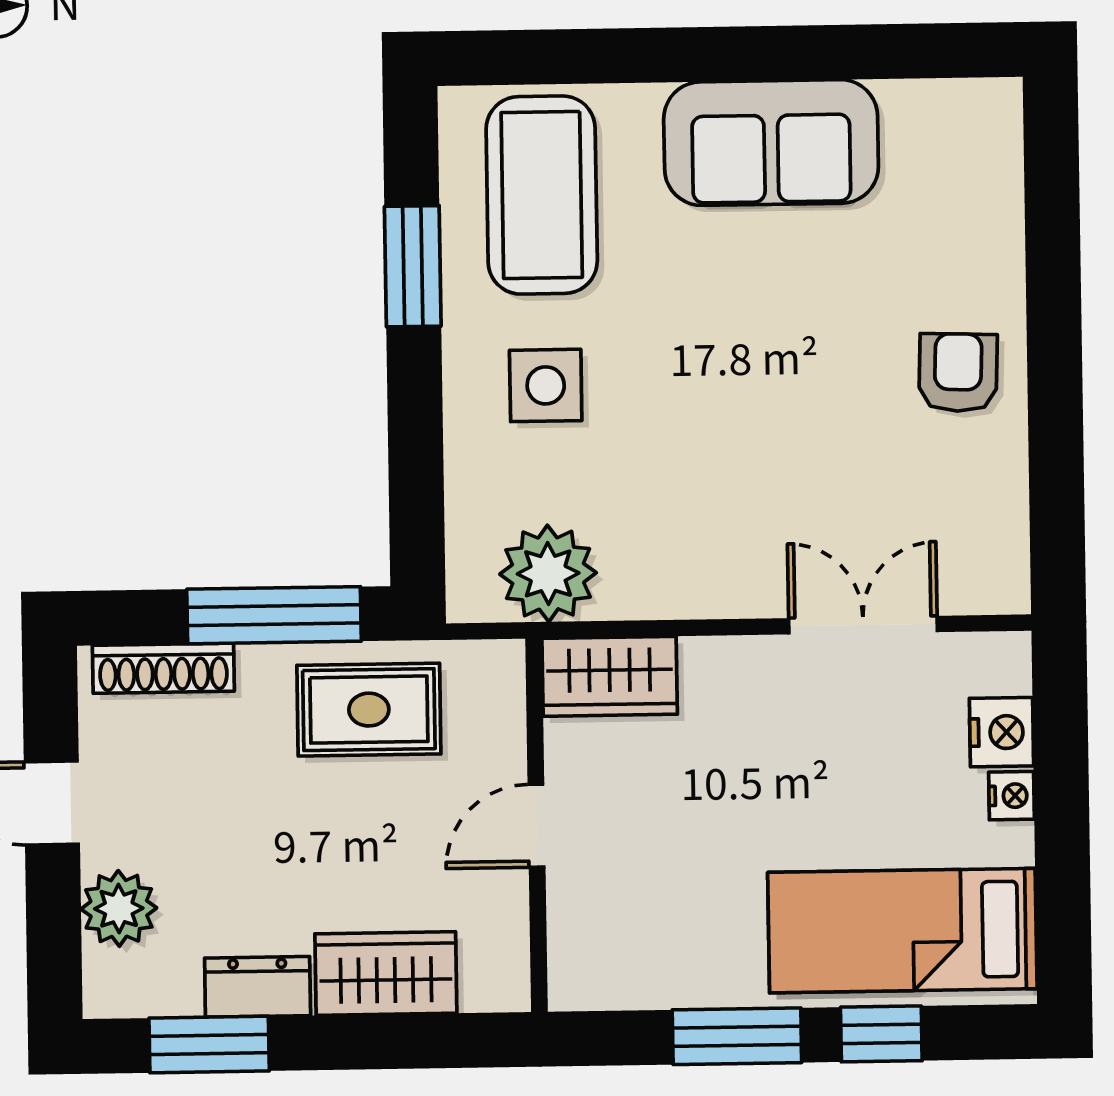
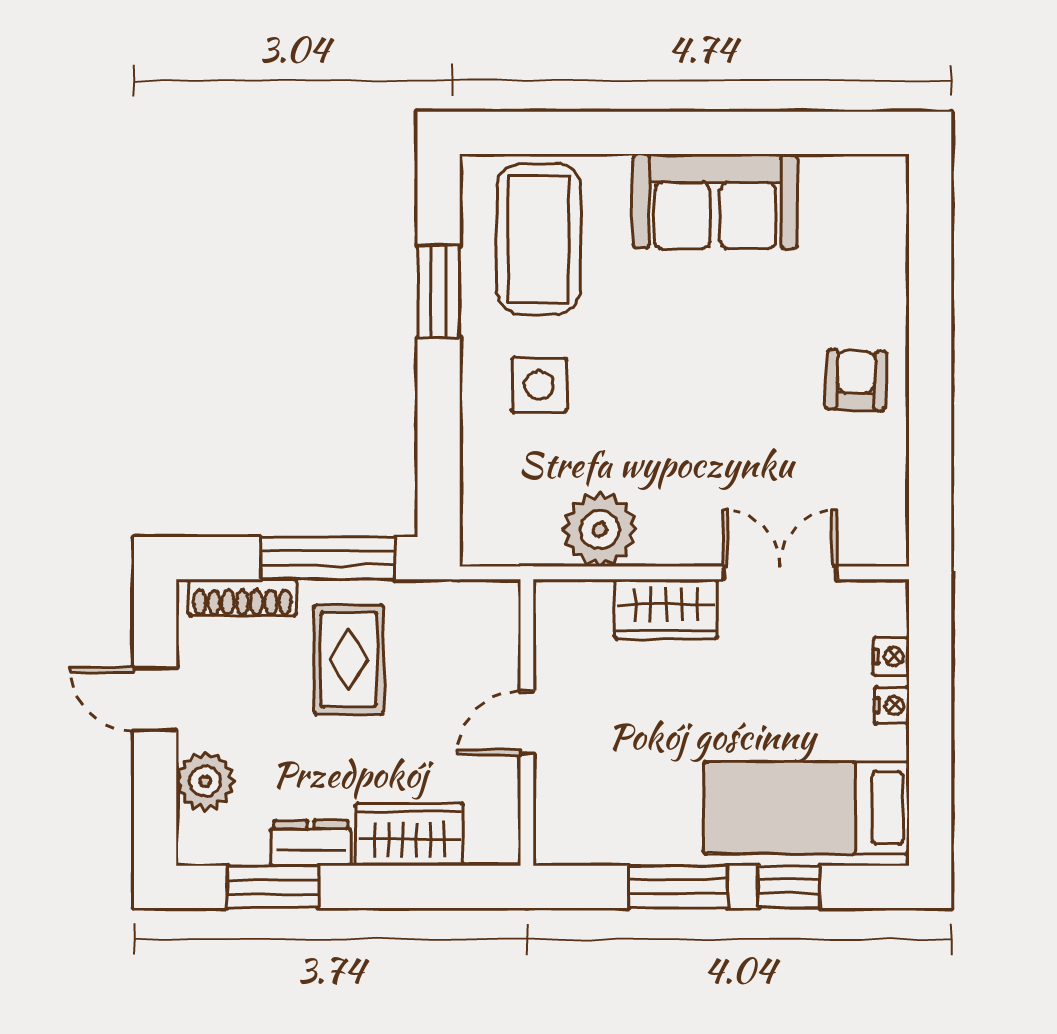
plant: (548, 573) -> (600, 529), moved
wardrobe: (610, 676) -> (666, 609), moved
rug: (369, 710) -> (349, 660), moved, turned 90
nightstand: (1001, 732) -> (891, 657), width x0.72, depth x0.74

